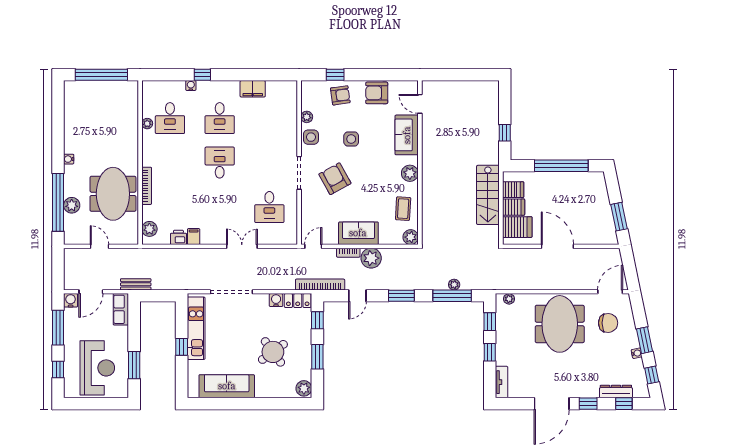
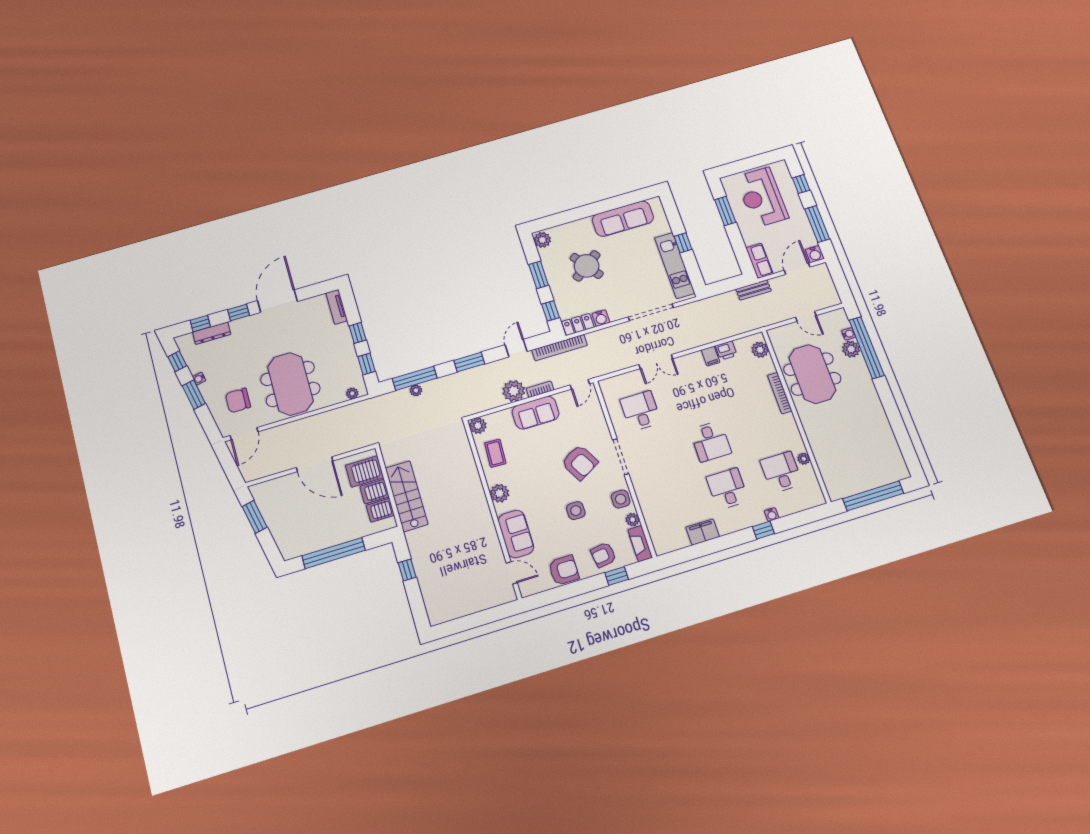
fireplace: (307, 95) -> (640, 544), added
water cooler: (69, 159) -> (849, 334), moved

